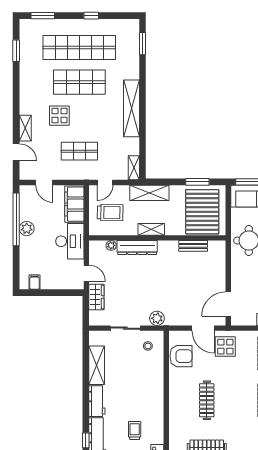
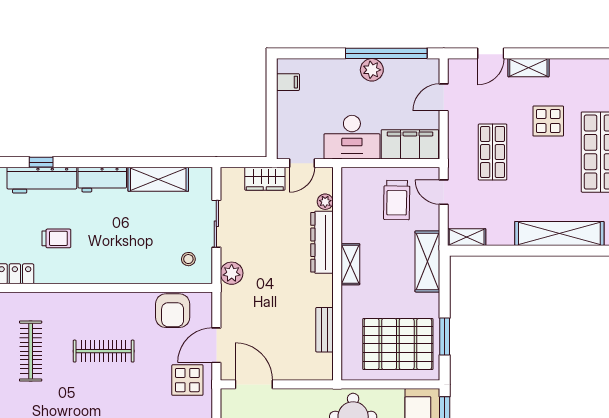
shelving: (151, 229) -> (350, 264), moved
wall: (157, 238) -> (337, 274), moved
plant: (111, 245) -> (325, 202), moved
bench: (193, 246) -> (324, 330), moved
dresser: (137, 248) -> (322, 242), moved

